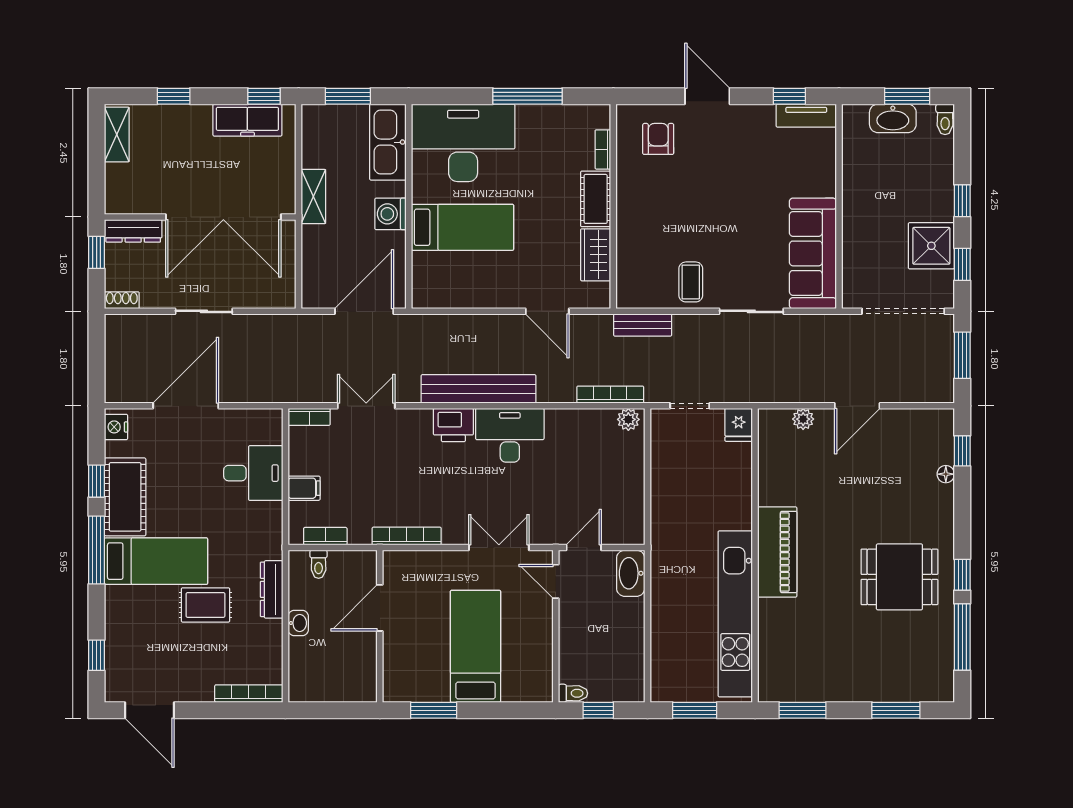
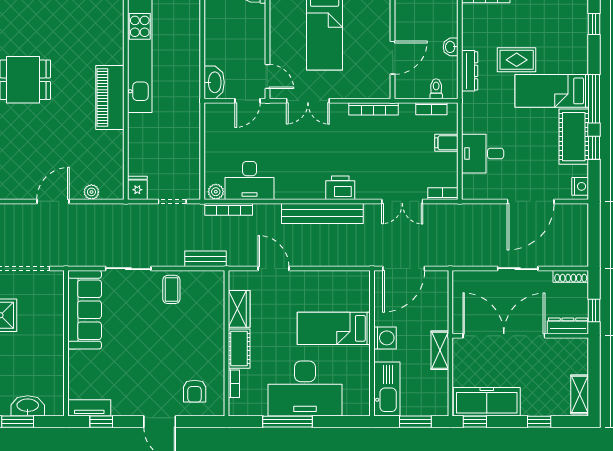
freezer: (247, 120) -> (487, 402), width x1.36, depth x1.26
desk: (463, 143) -> (305, 388), moved
shoe rack: (122, 300) -> (571, 276), width x1.43
desk: (510, 435) -> (250, 180), moved

